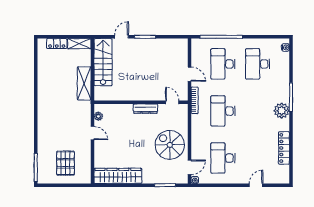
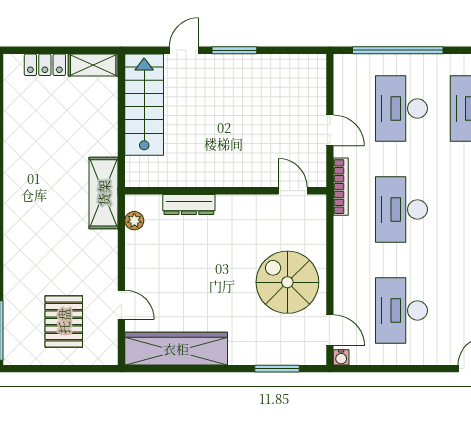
shelving: (84, 83) -> (104, 193), moved
dresser: (145, 109) -> (189, 204), moved
door: (92, 133) -> (121, 305), moved
door: (190, 167) -> (330, 330), hinge flipped

